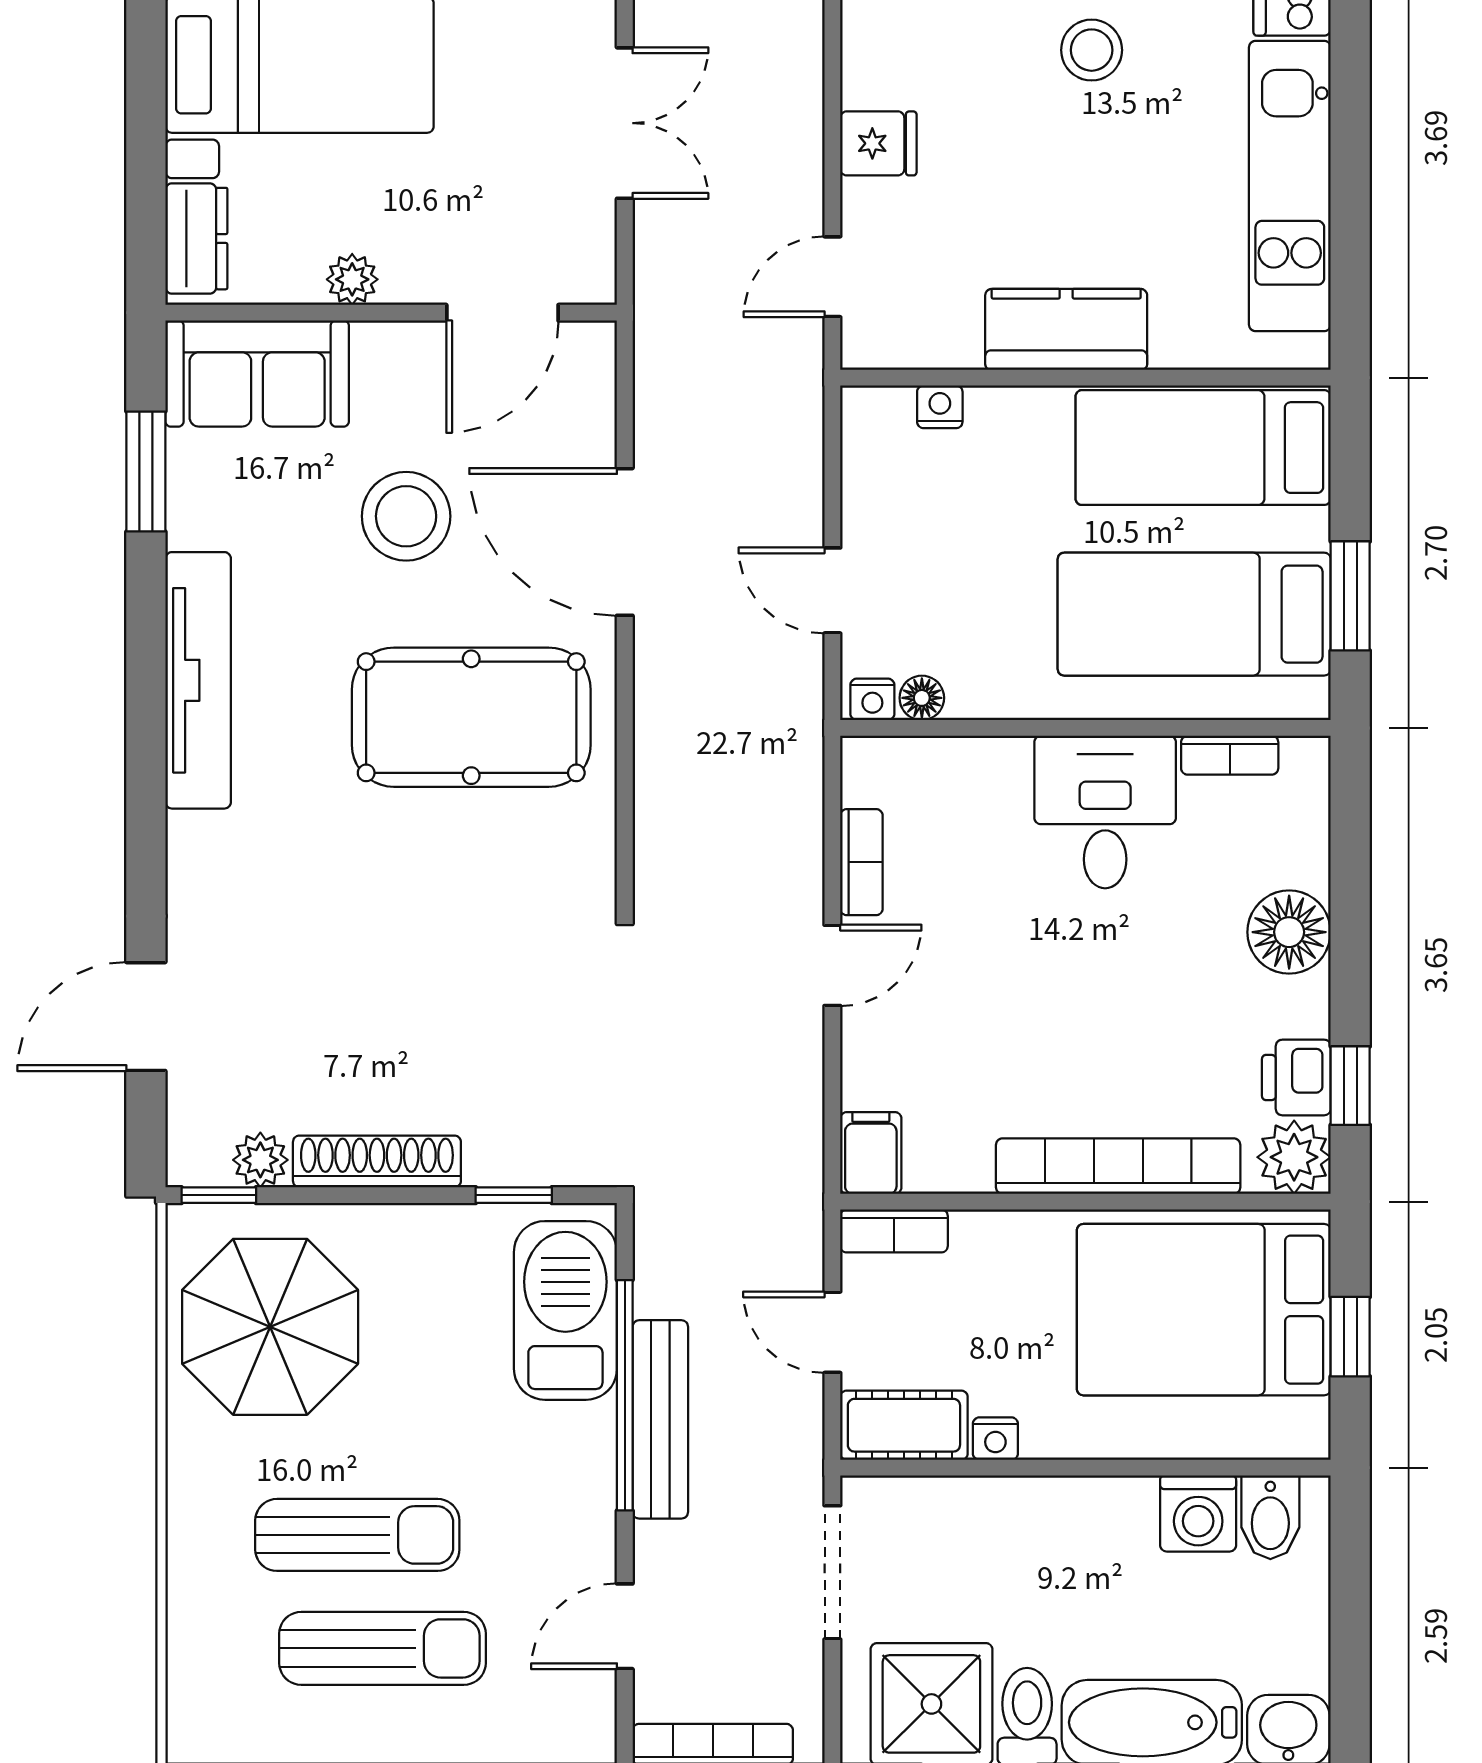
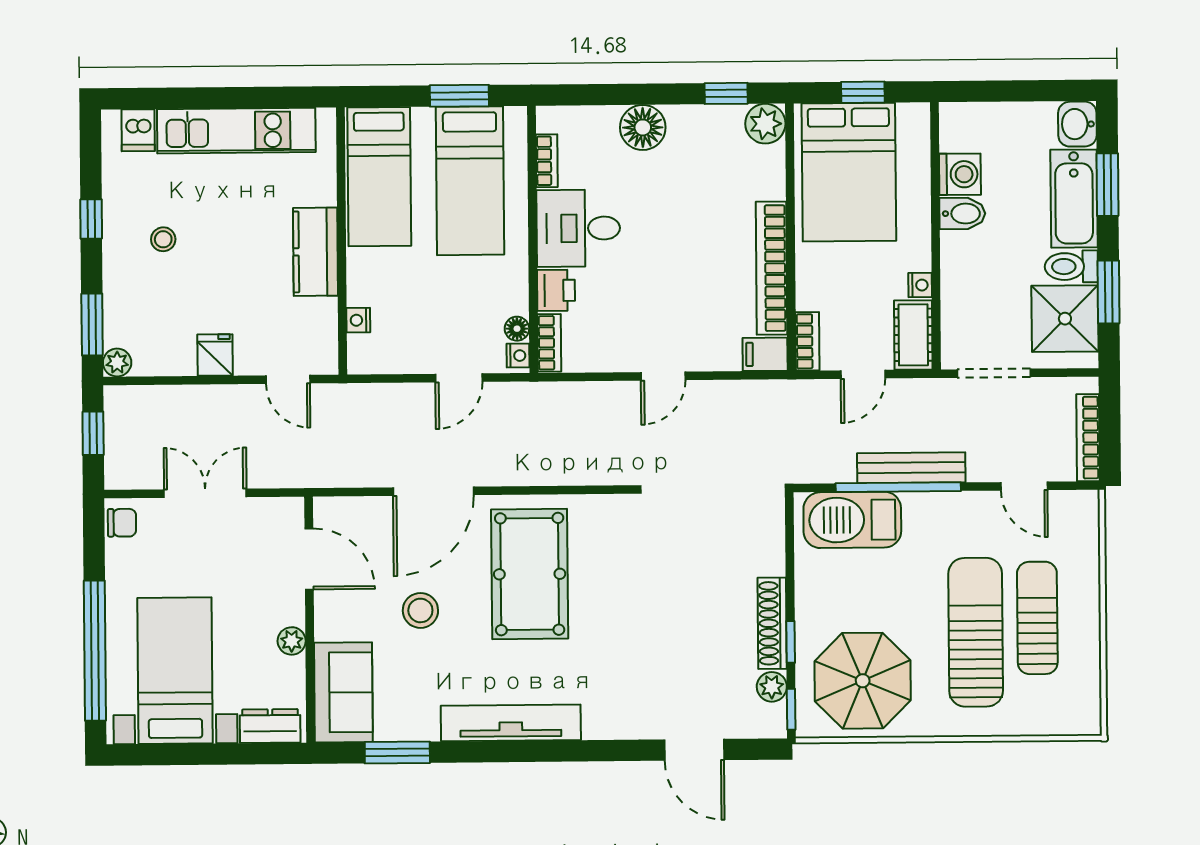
stool: (1092, 50) -> (163, 239), width x0.73, depth x0.73
stool: (406, 516) -> (420, 610), width x0.73, depth x0.73
bookcase: (861, 862) -> (549, 343), moved, turned 90
door: (832, 965) -> (663, 376), swing flipped
printer: (1296, 1077) -> (556, 290), moved, turned -90
bookcase: (1118, 1166) -> (772, 268), moved
window: (514, 1195) -> (791, 642), moved
bidet: (1270, 1517) -> (962, 214), moved
sun lounger: (357, 1535) -> (976, 632), width x1.36, depth x1.34

